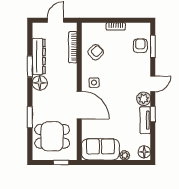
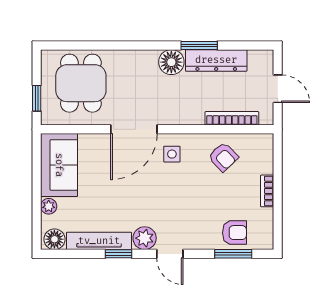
window: (30, 117) -> (113, 45), removed
tv unit: (145, 120) -> (99, 241), width x1.41

